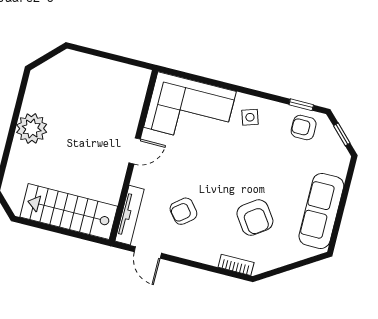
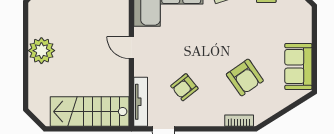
door: (135, 151) -> (131, 48), swing flipped
sofa: (321, 211) -> (298, 66), width x0.73

